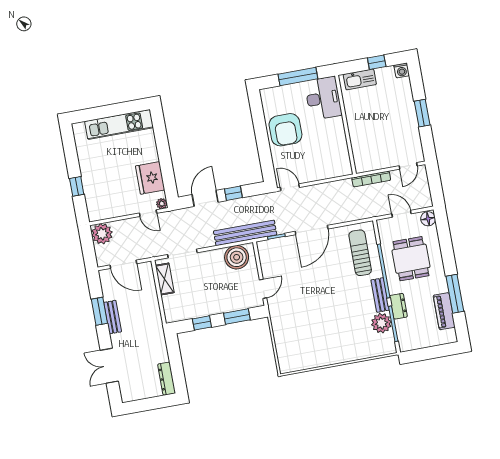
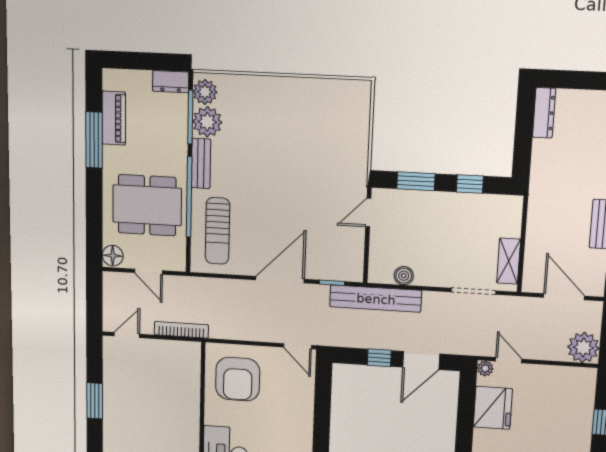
armchair: (285, 130) -> (238, 379), moved, turned 180
boiler: (237, 257) -> (404, 276), width x0.54, depth x0.54
dining table: (411, 259) -> (147, 205), width x1.38
dresser: (399, 306) -> (171, 82), moved, turned -90
plant: (387, 342) -> (205, 92), added

